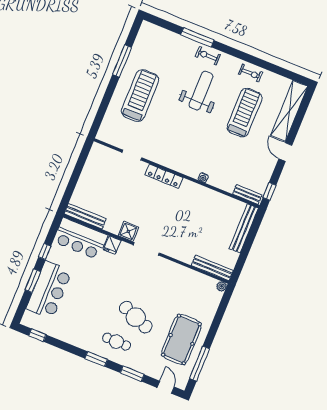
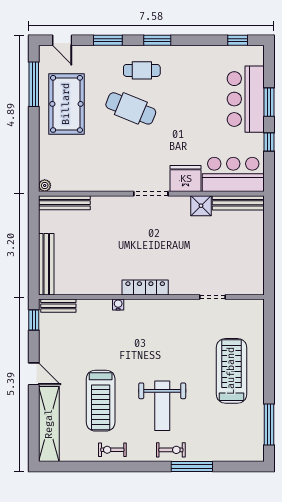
window: (122, 61) -> (269, 424), moved
treadmill: (140, 96) -> (231, 371), turned 180
locker: (164, 176) -> (145, 288), moved
shower: (128, 231) -> (201, 206), moved
fridge: (112, 245) -> (186, 179), width x1.88, depth x1.34

